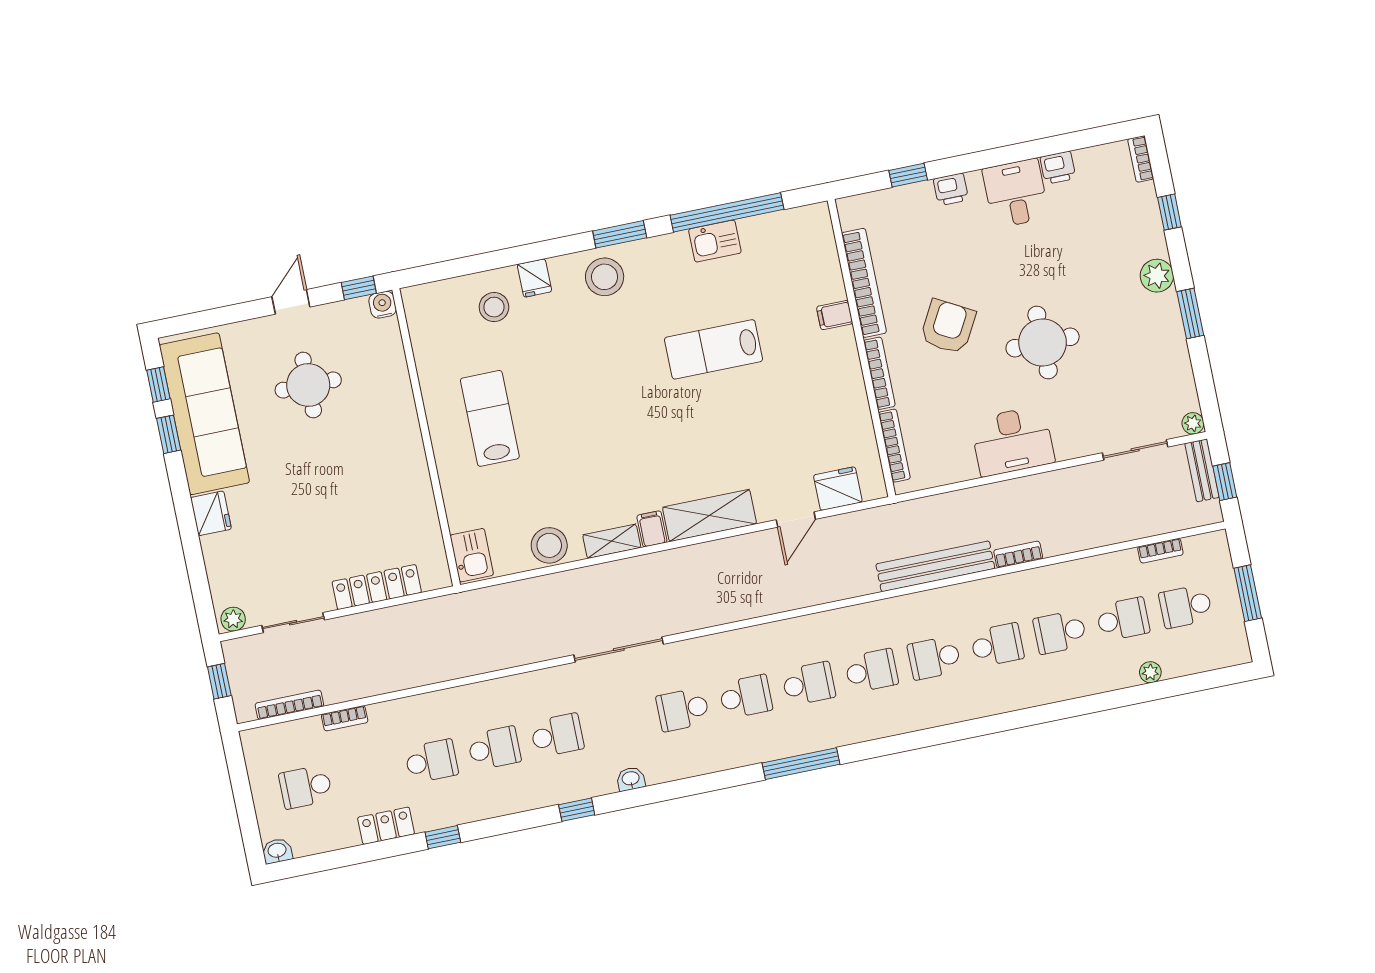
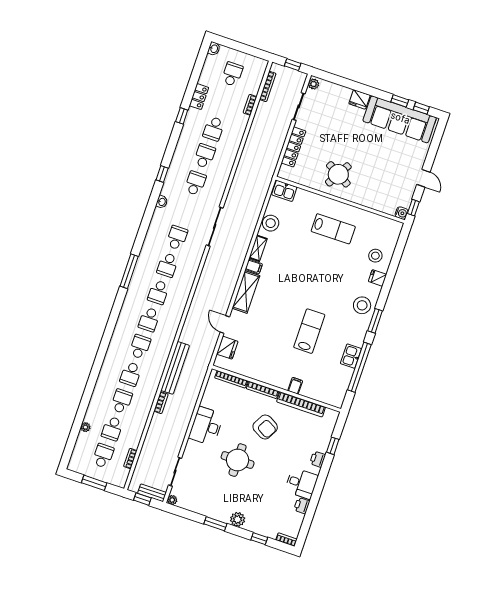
round table: (308, 385) -> (338, 174), moved, turned 30
school desk: (557, 735) -> (195, 183), turned 180
school desk: (494, 748) -> (205, 156), turned 180

